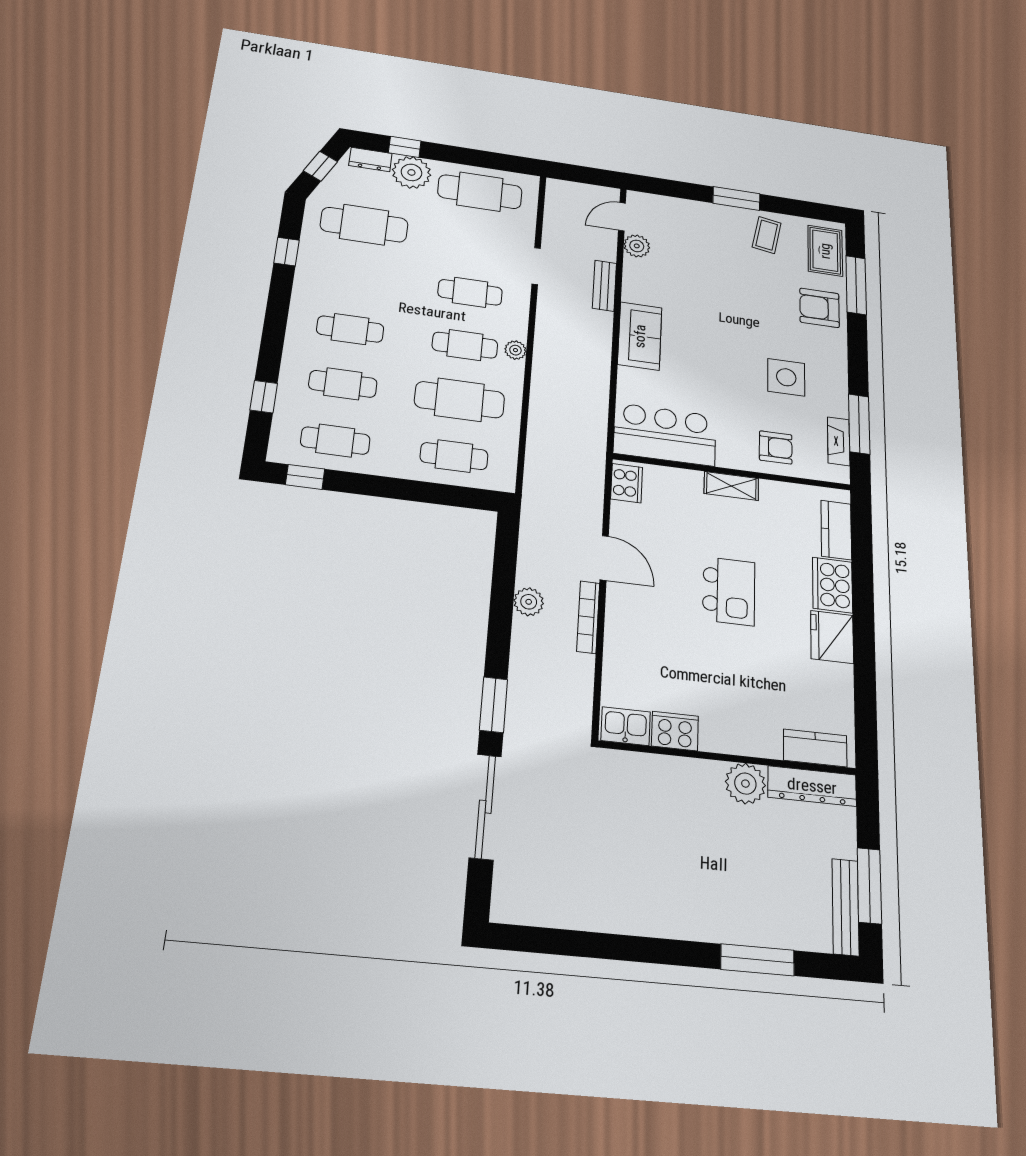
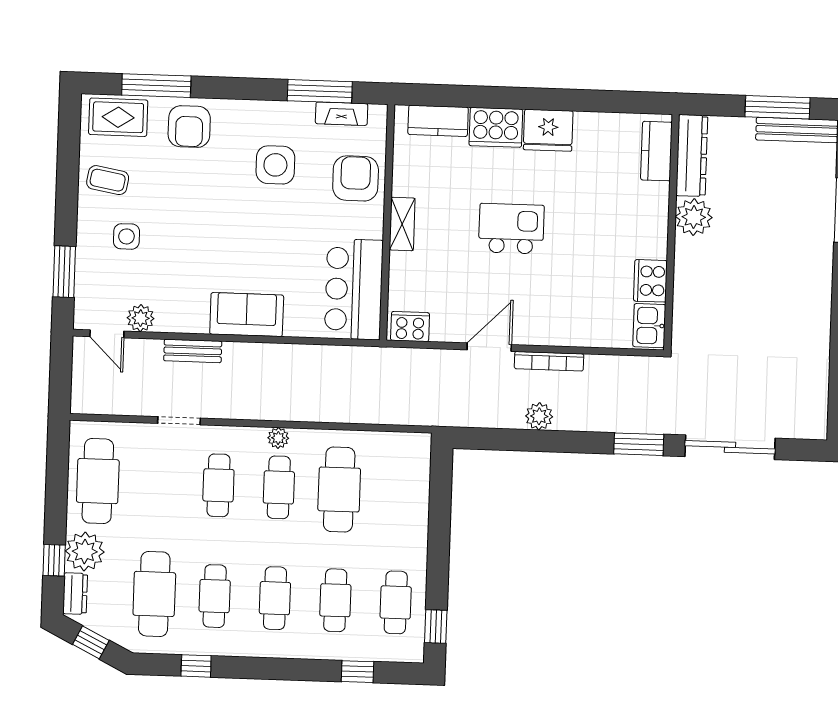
window: (736, 199) -> (64, 272), moved
side table: (714, 244) -> (126, 236), added
armchair: (776, 447) -> (356, 178), width x1.38, depth x1.38
cafe table: (454, 456) -> (215, 596), moved

